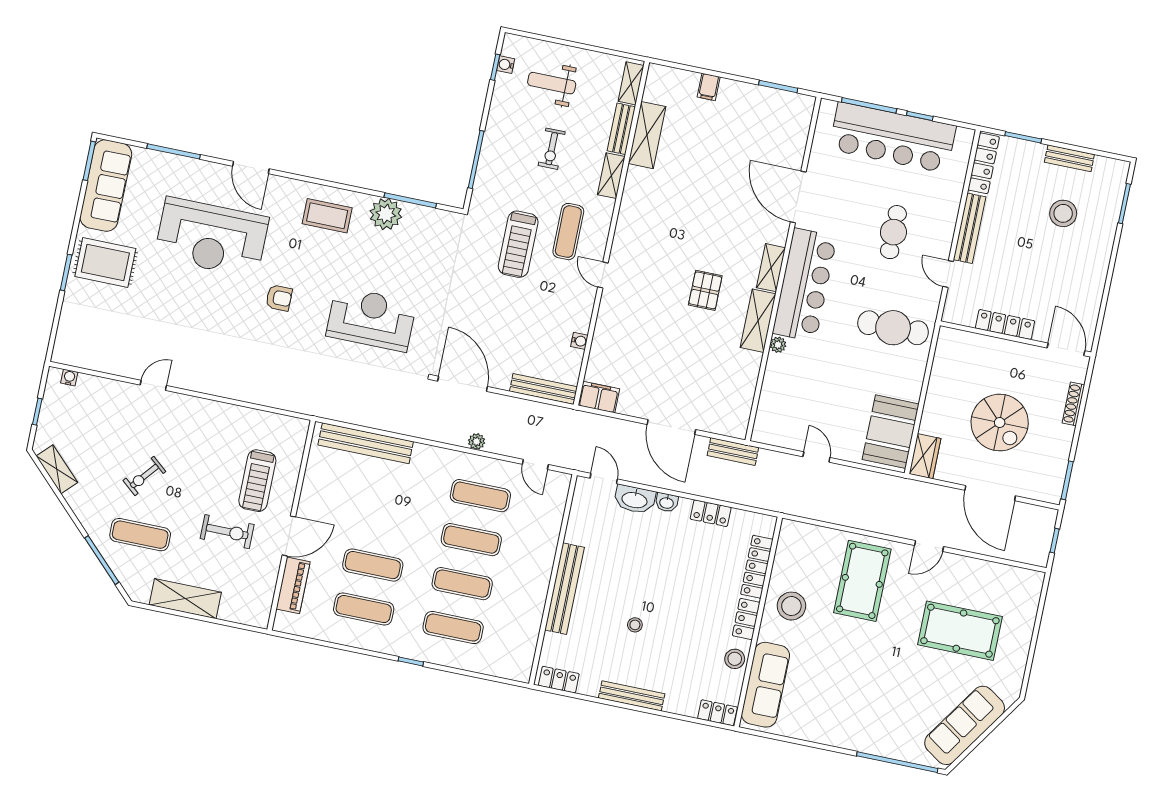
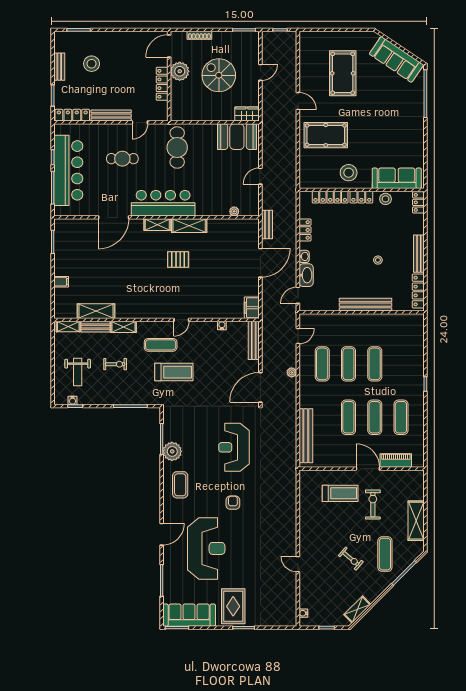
plant: (778, 345) -> (234, 211), moved
plant: (1020, 358) -> (180, 71), added
spiral stairs: (1000, 423) -> (219, 75), turned -90
door: (990, 493) -> (260, 72), width x0.53
exercise mat: (453, 628) -> (348, 417), moved
locker: (559, 680) -> (418, 291), width x1.53

